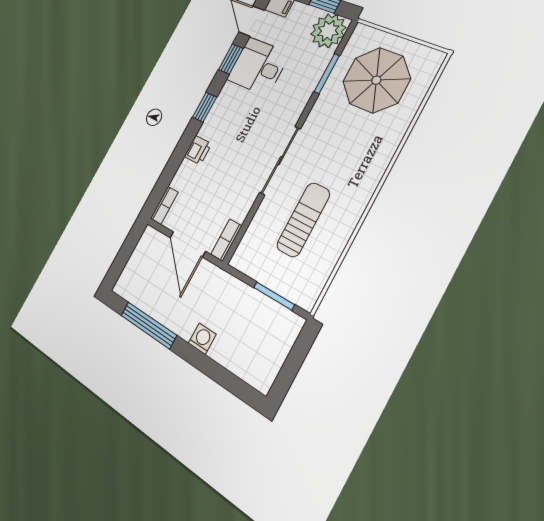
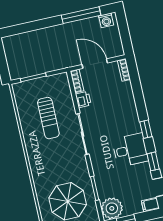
desk: (258, 66) -> (130, 150), moved
printer: (198, 150) -> (83, 100), moved, turned 180
washing machine: (202, 339) -> (106, 20), moved

